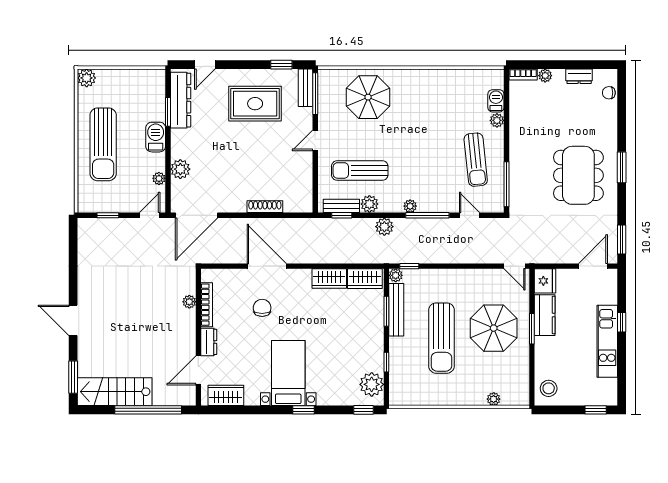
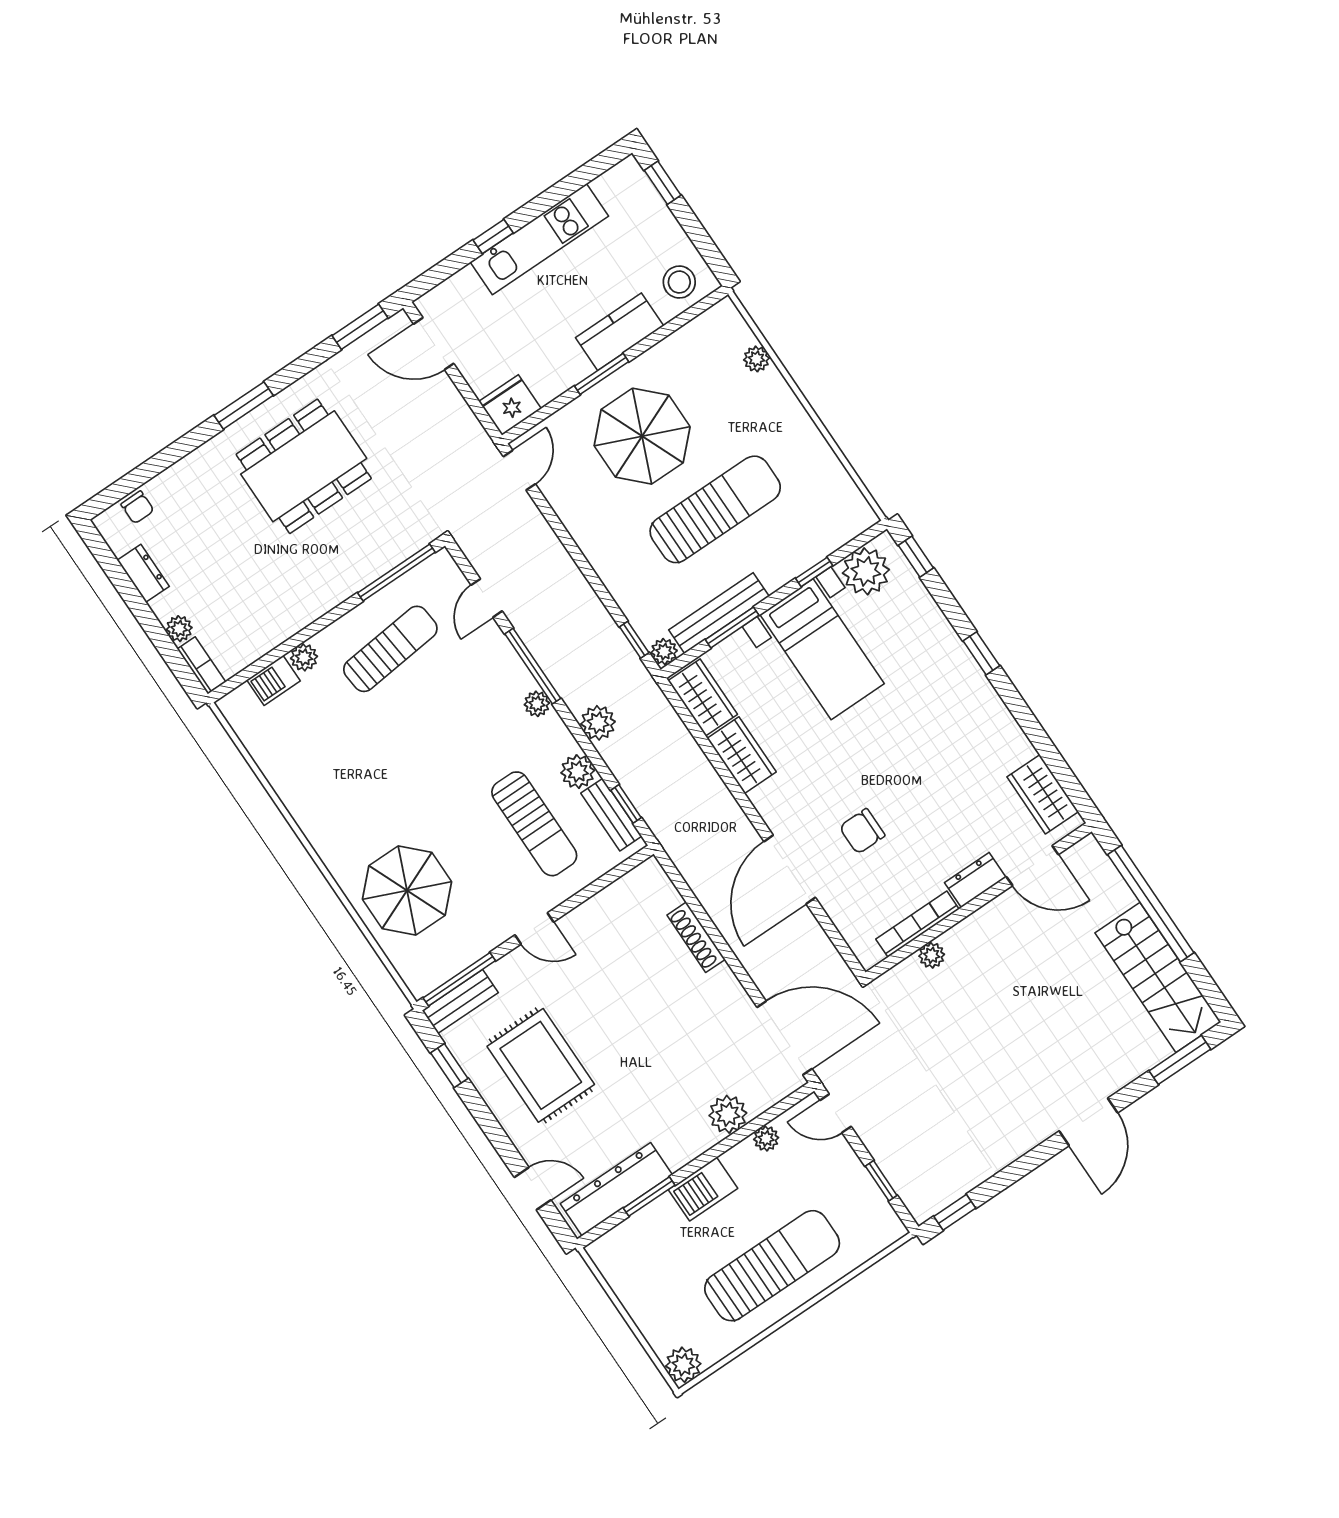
window: (73, 238) -> (955, 1212), added
kitchen counter: (545, 315) -> (620, 332), moved
bed with nightstands: (288, 373) -> (822, 649), moved, turned -90

